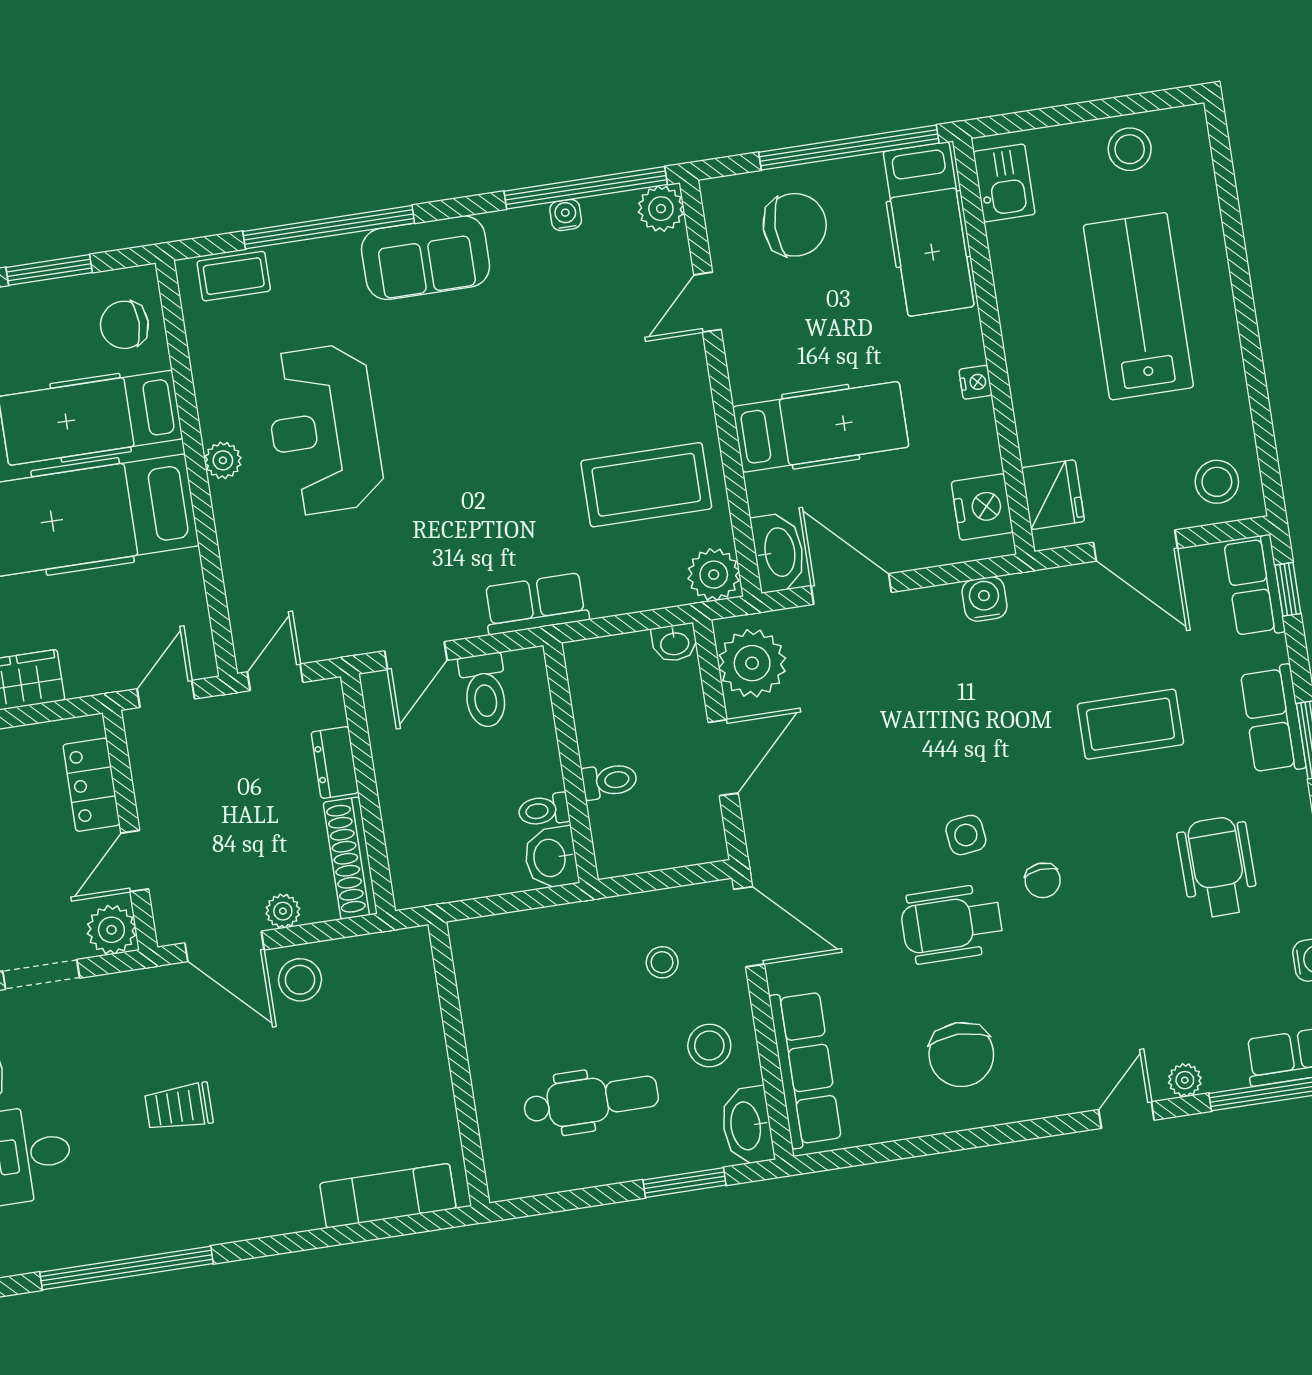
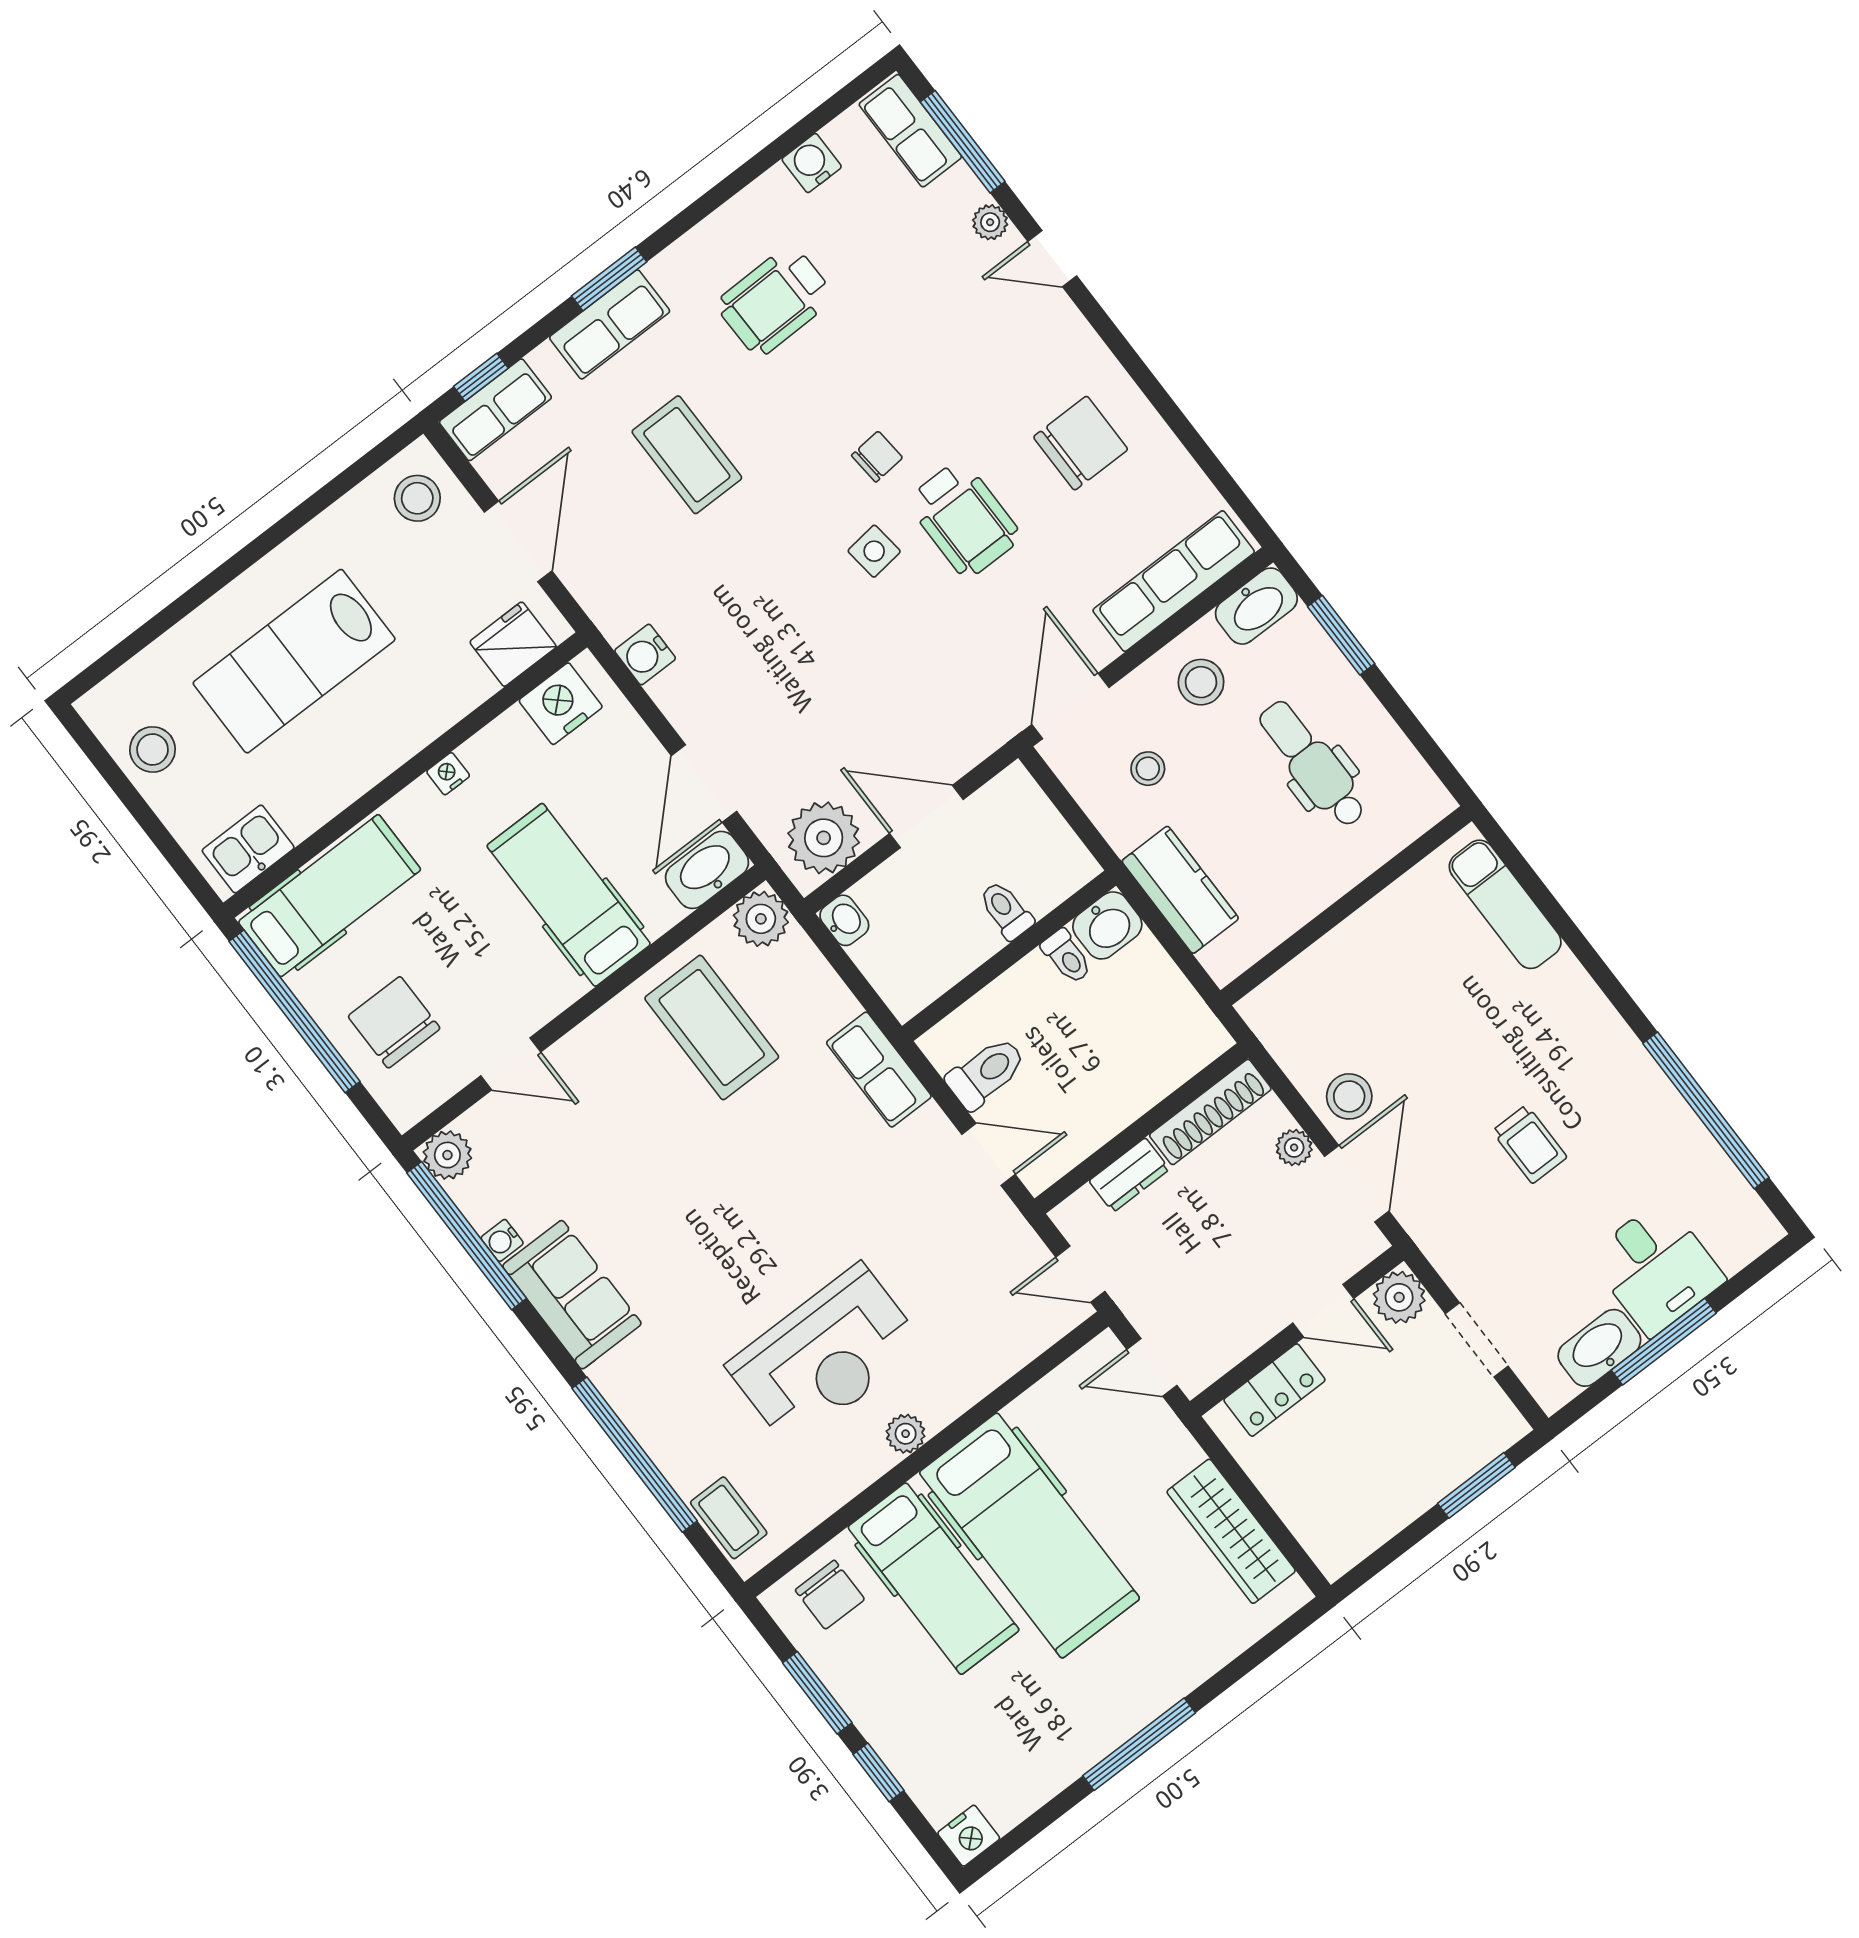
sofa: (426, 258) -> (572, 1295), moved
kitchen counter: (547, 934) -> (1180, 890), added

